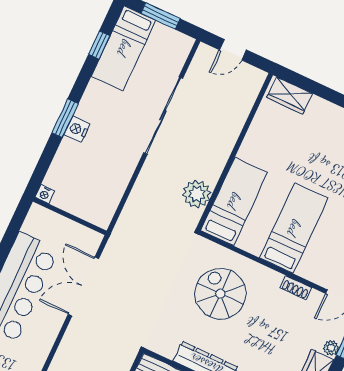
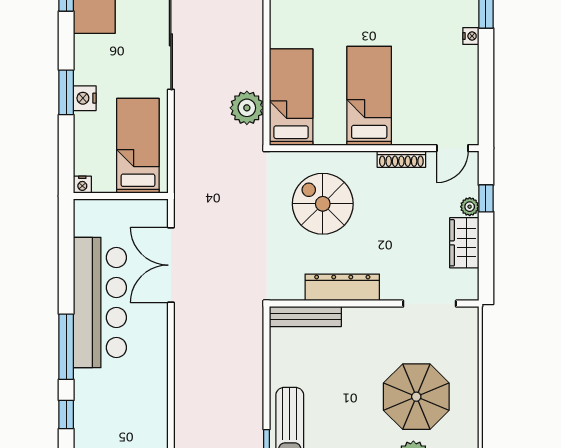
bed: (101, 184) -> (138, 146), added
shoe rack: (296, 288) -> (401, 159), width x1.43

